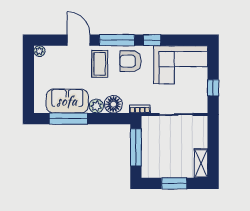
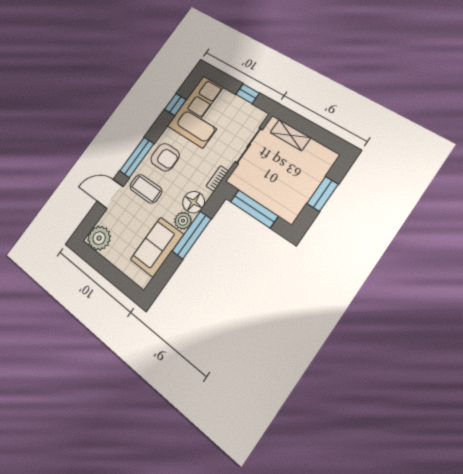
window: (152, 40) -> (175, 105), moved
plant: (39, 51) -> (99, 238), width x1.88, depth x1.88
armchair: (131, 61) -> (165, 157), turned -90
window: (68, 119) -> (192, 235), moved
shelving: (201, 163) -> (290, 135), moved

